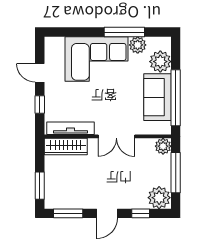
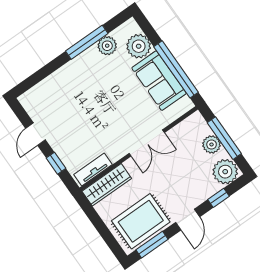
corner sofa: (97, 59) -> (79, 85), removed
door: (40, 73) -> (36, 134), hinge flipped
tv unit: (70, 128) -> (93, 169), width x0.71
plant: (163, 146) -> (212, 145), moved
window: (40, 186) -> (108, 237), removed
rug: (72, 191) -> (141, 221), added

